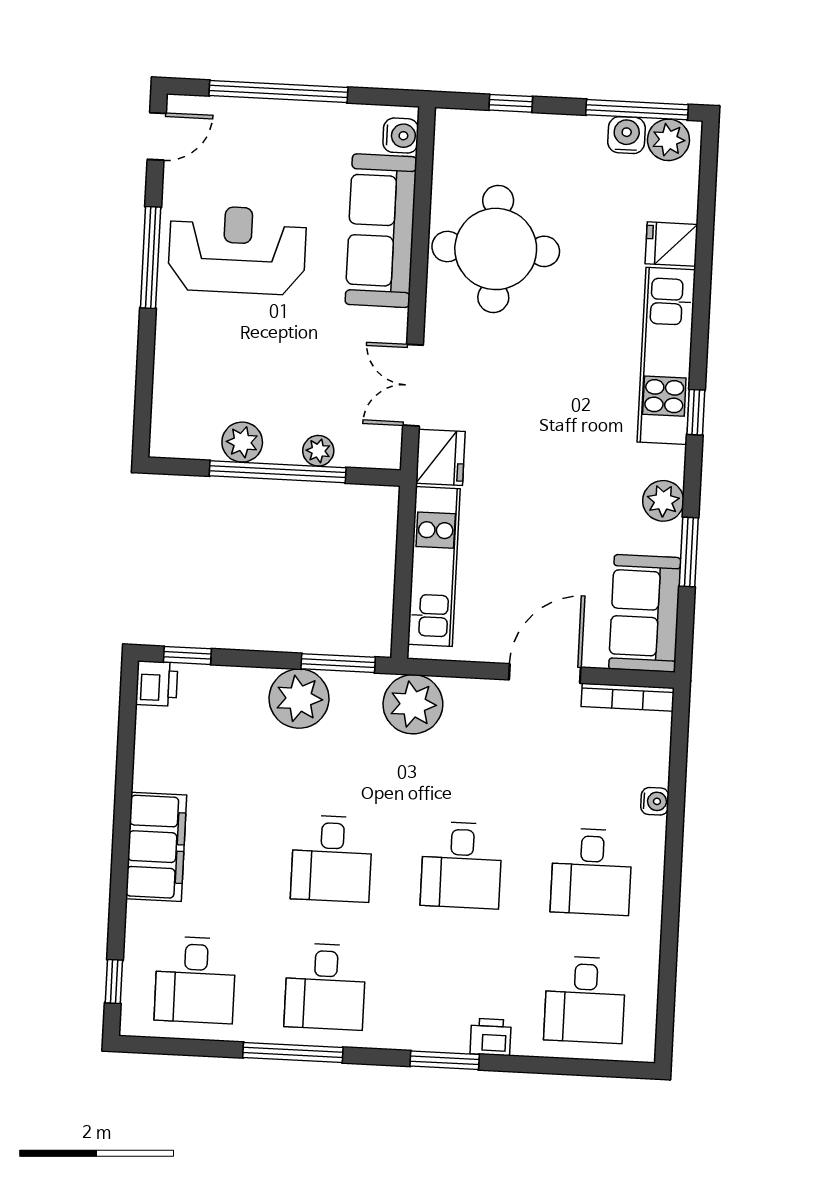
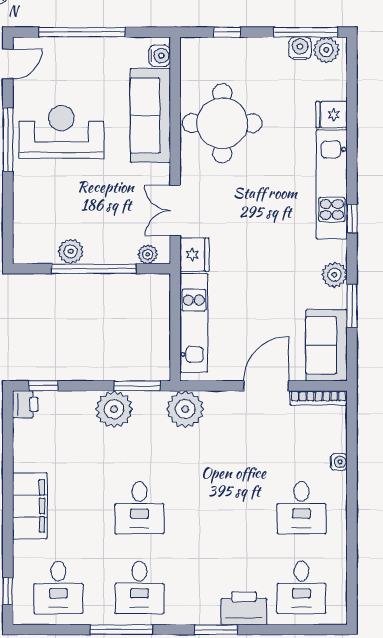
plant: (318, 451) -> (148, 254), moved
desk: (461, 865) -> (220, 508), removed
printer: (491, 1037) -> (244, 608), width x1.87, depth x1.48

